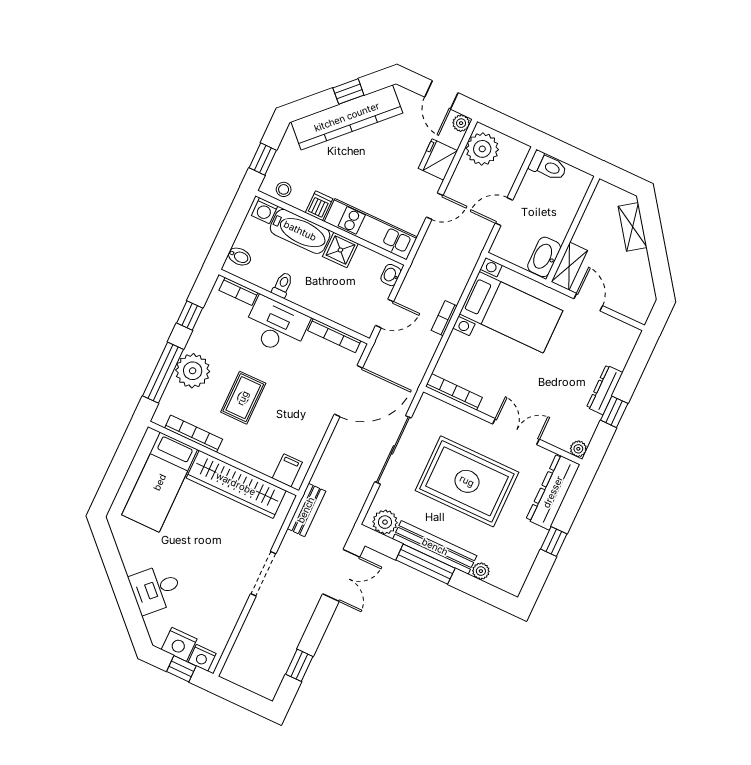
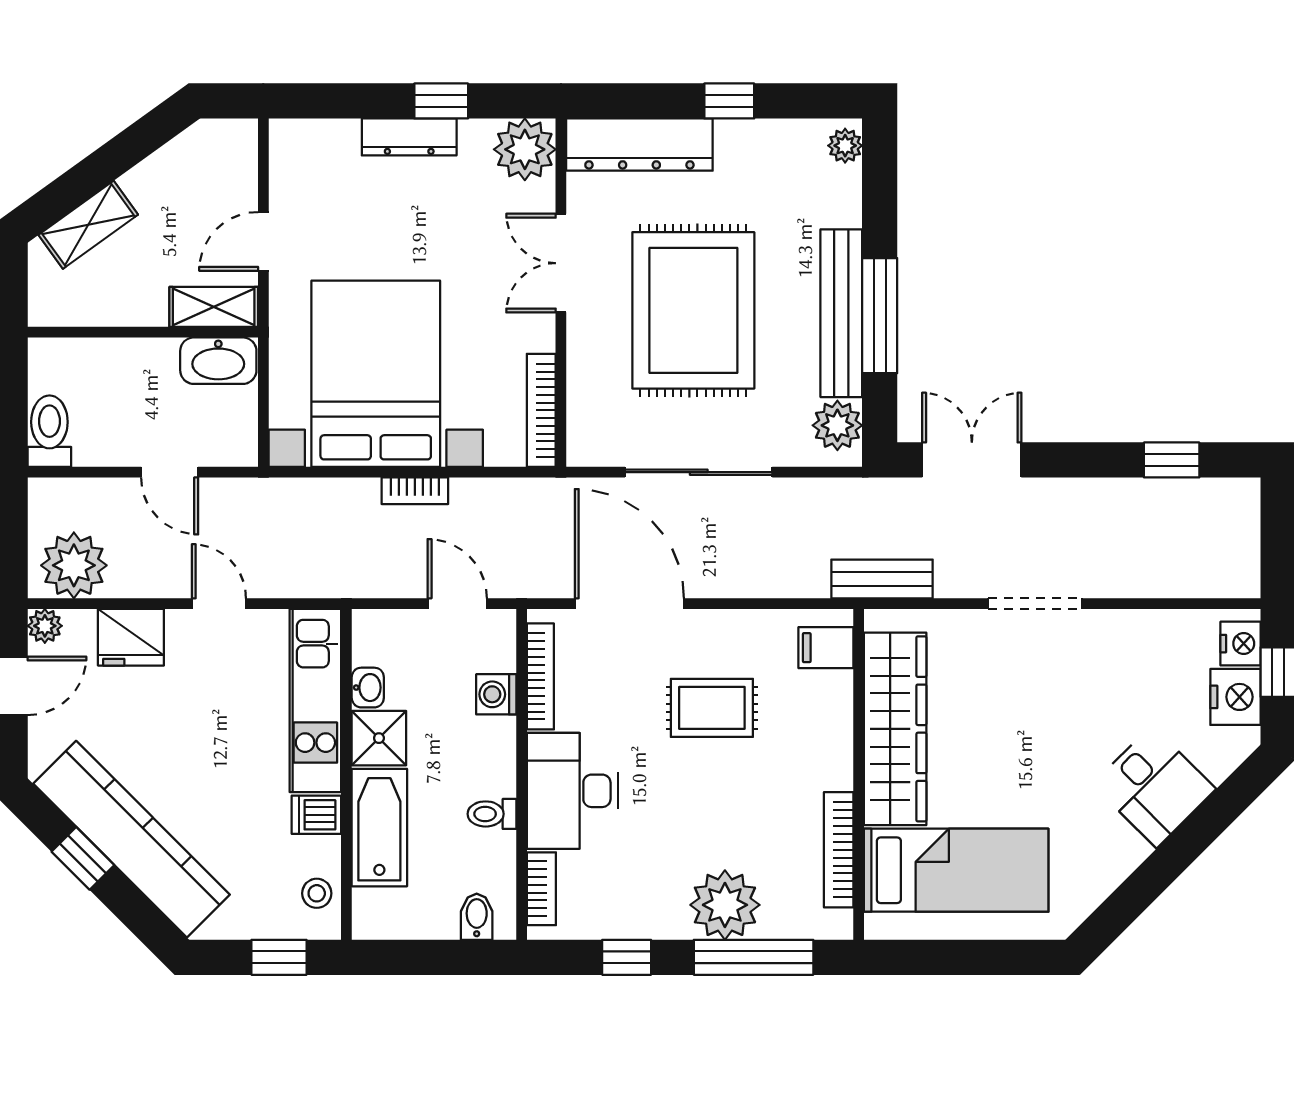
washing machine: (265, 211) -> (496, 694), moved, turned 180
washbasin: (391, 275) -> (368, 688), moved, turned -90
bed with nightstands: (511, 312) -> (376, 374), width x1.36
rug: (243, 398) -> (712, 708), moved
plant: (578, 449) -> (525, 149), width x1.88, depth x1.88
plant: (481, 571) -> (845, 146), moved

